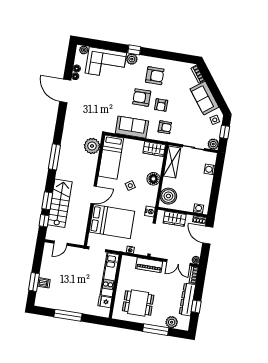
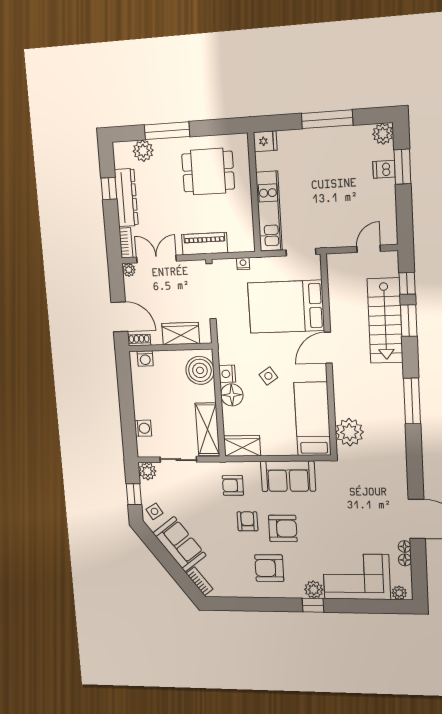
nightstand: (150, 212) -> (227, 374), moved
plant: (41, 301) -> (383, 134), added
fridge: (105, 302) -> (265, 141), moved

